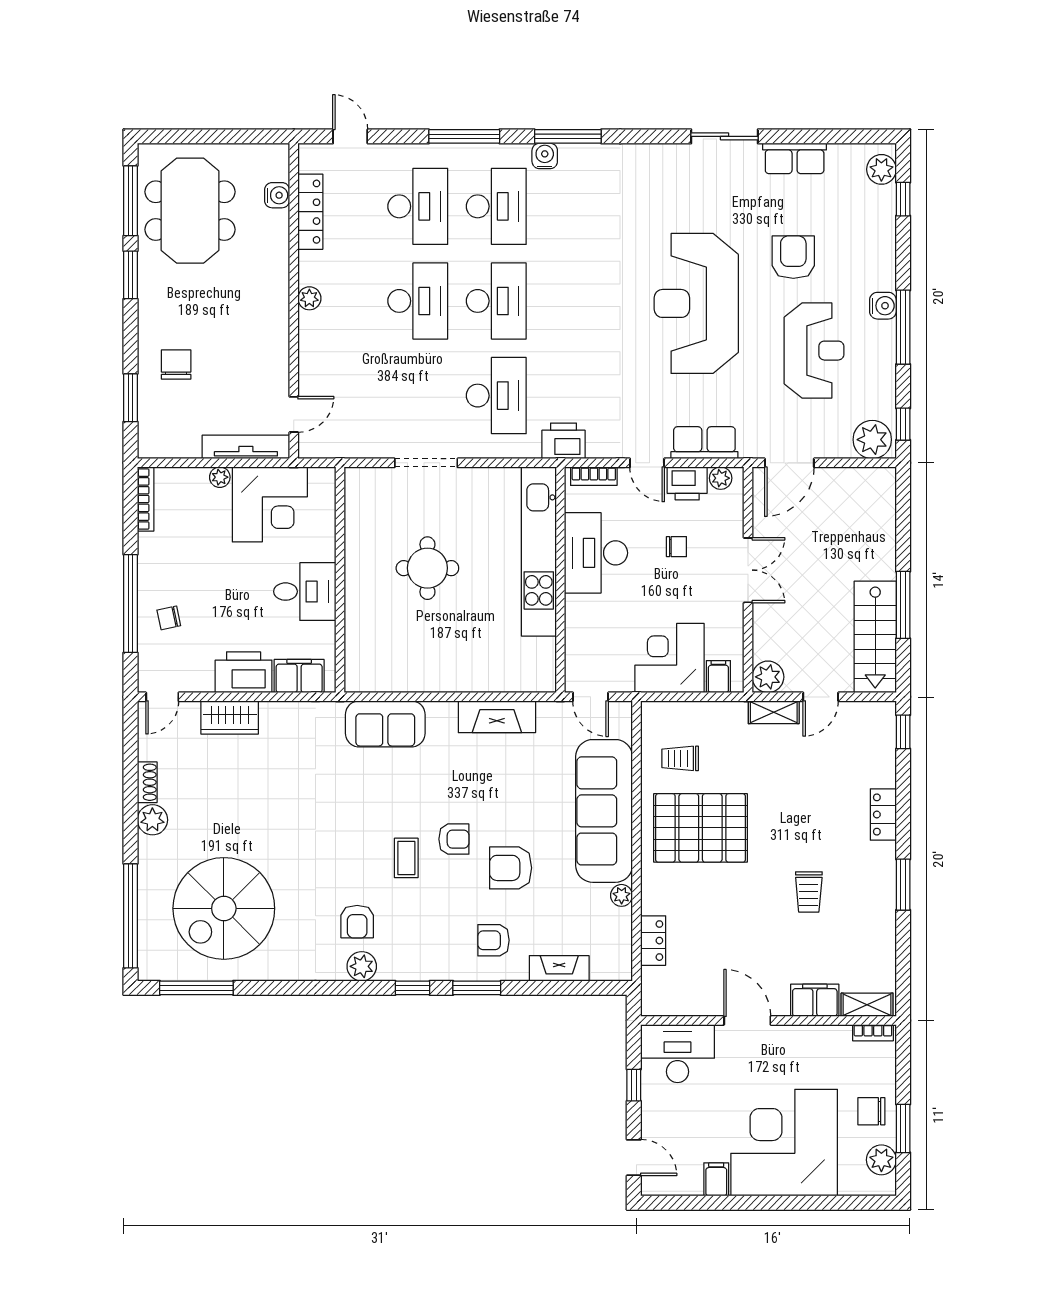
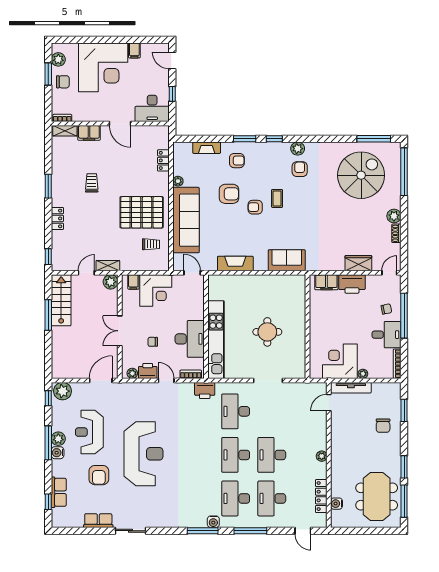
plant: (881, 169) -> (58, 439), moved
row of seats: (704, 443) -> (59, 492), moved, turned -90
desk: (305, 592) -> (387, 335), moved, turned 180

